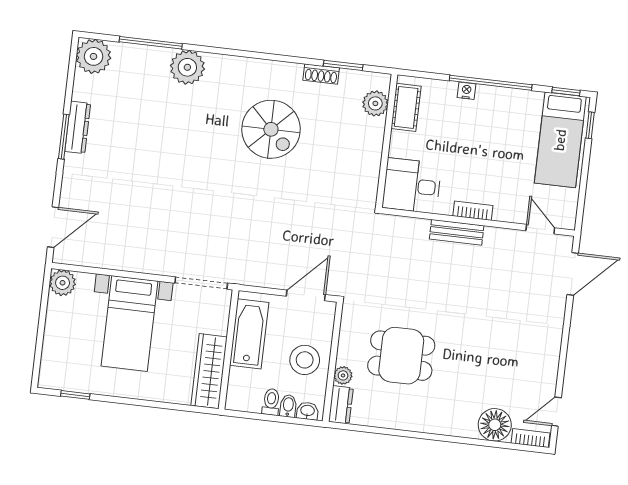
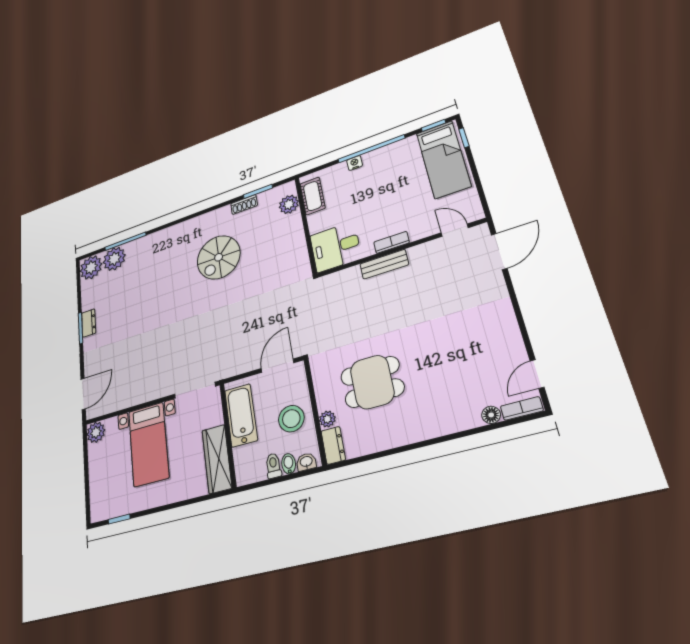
plant: (187, 67) -> (114, 259), moved
dresser: (78, 127) -> (89, 323), width x0.70
spiral stairs: (271, 129) -> (219, 257), turned 90
floor lamp: (495, 425) -> (491, 415), width x0.53, depth x0.53

